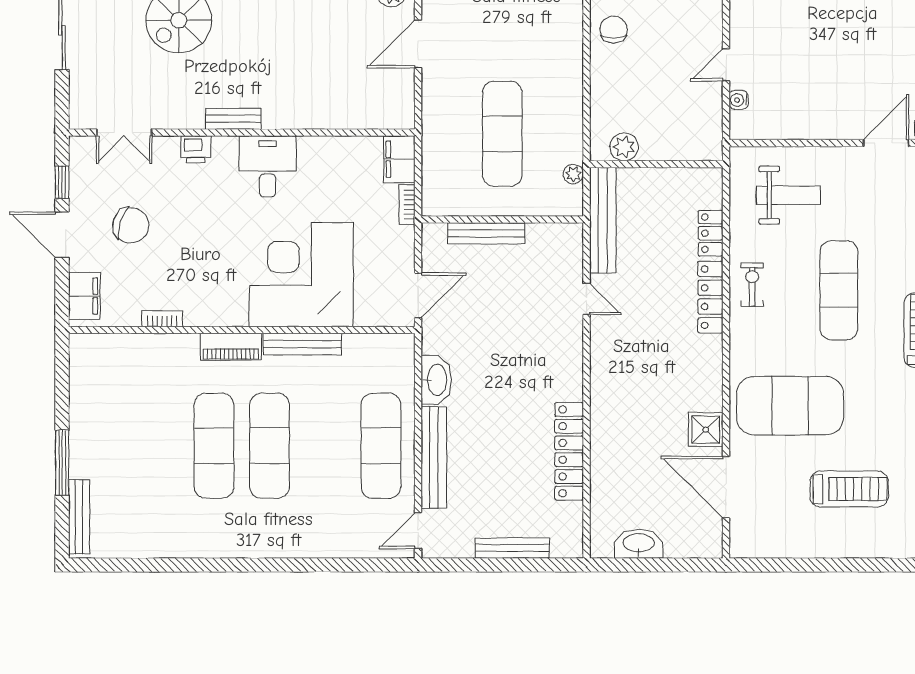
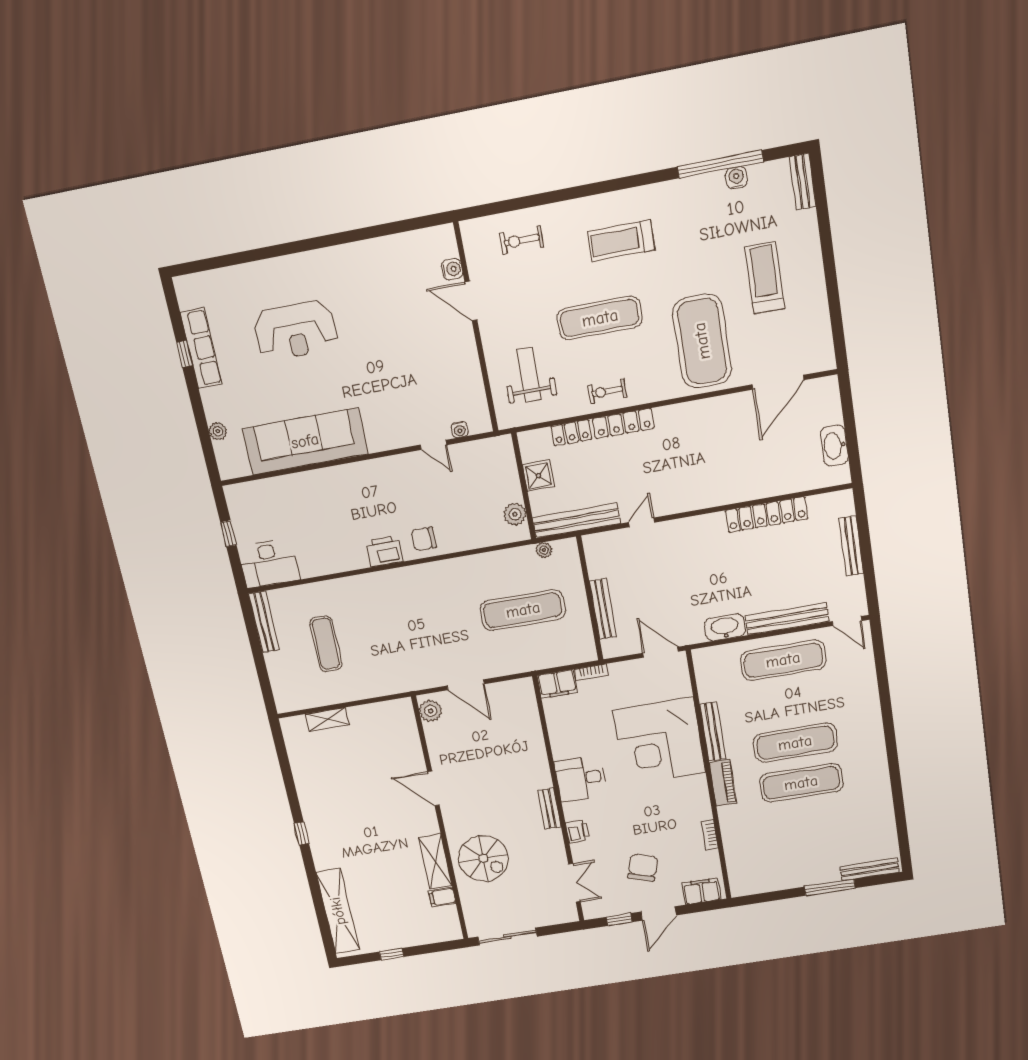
shower: (706, 430) -> (539, 476), moved

